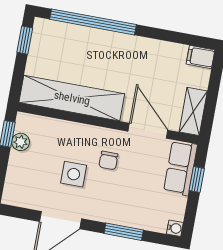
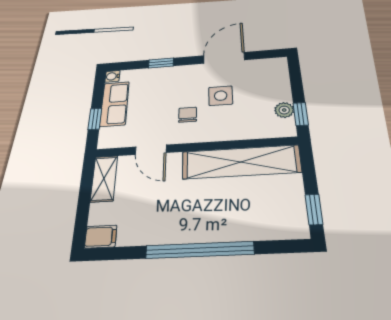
window: (93, 22) -> (199, 250), moved
door: (148, 131) -> (151, 150), width x0.73
row of seats: (180, 168) -> (115, 104), moved
window: (124, 232) -> (161, 63), width x0.67

